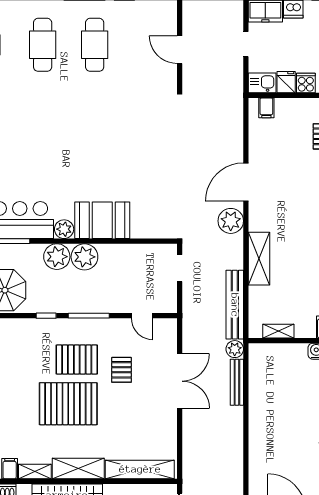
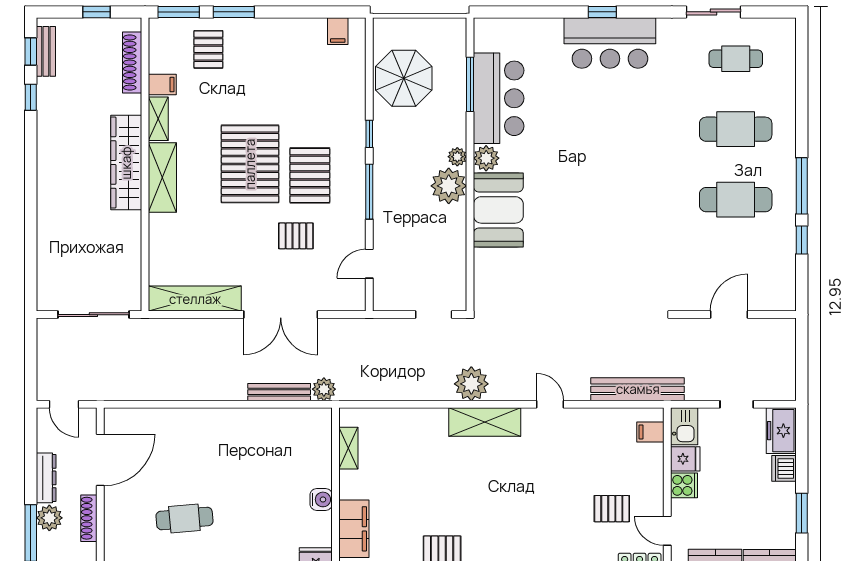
door: (246, 182) -> (550, 404), width x0.53
plant: (231, 221) -> (471, 384), moved
plant: (57, 257) -> (457, 157), width x0.53, depth x0.53
shelving: (259, 259) -> (485, 422), moved
bench: (235, 305) -> (638, 389), moved
shelving: (140, 469) -> (195, 299), moved, turned 90

